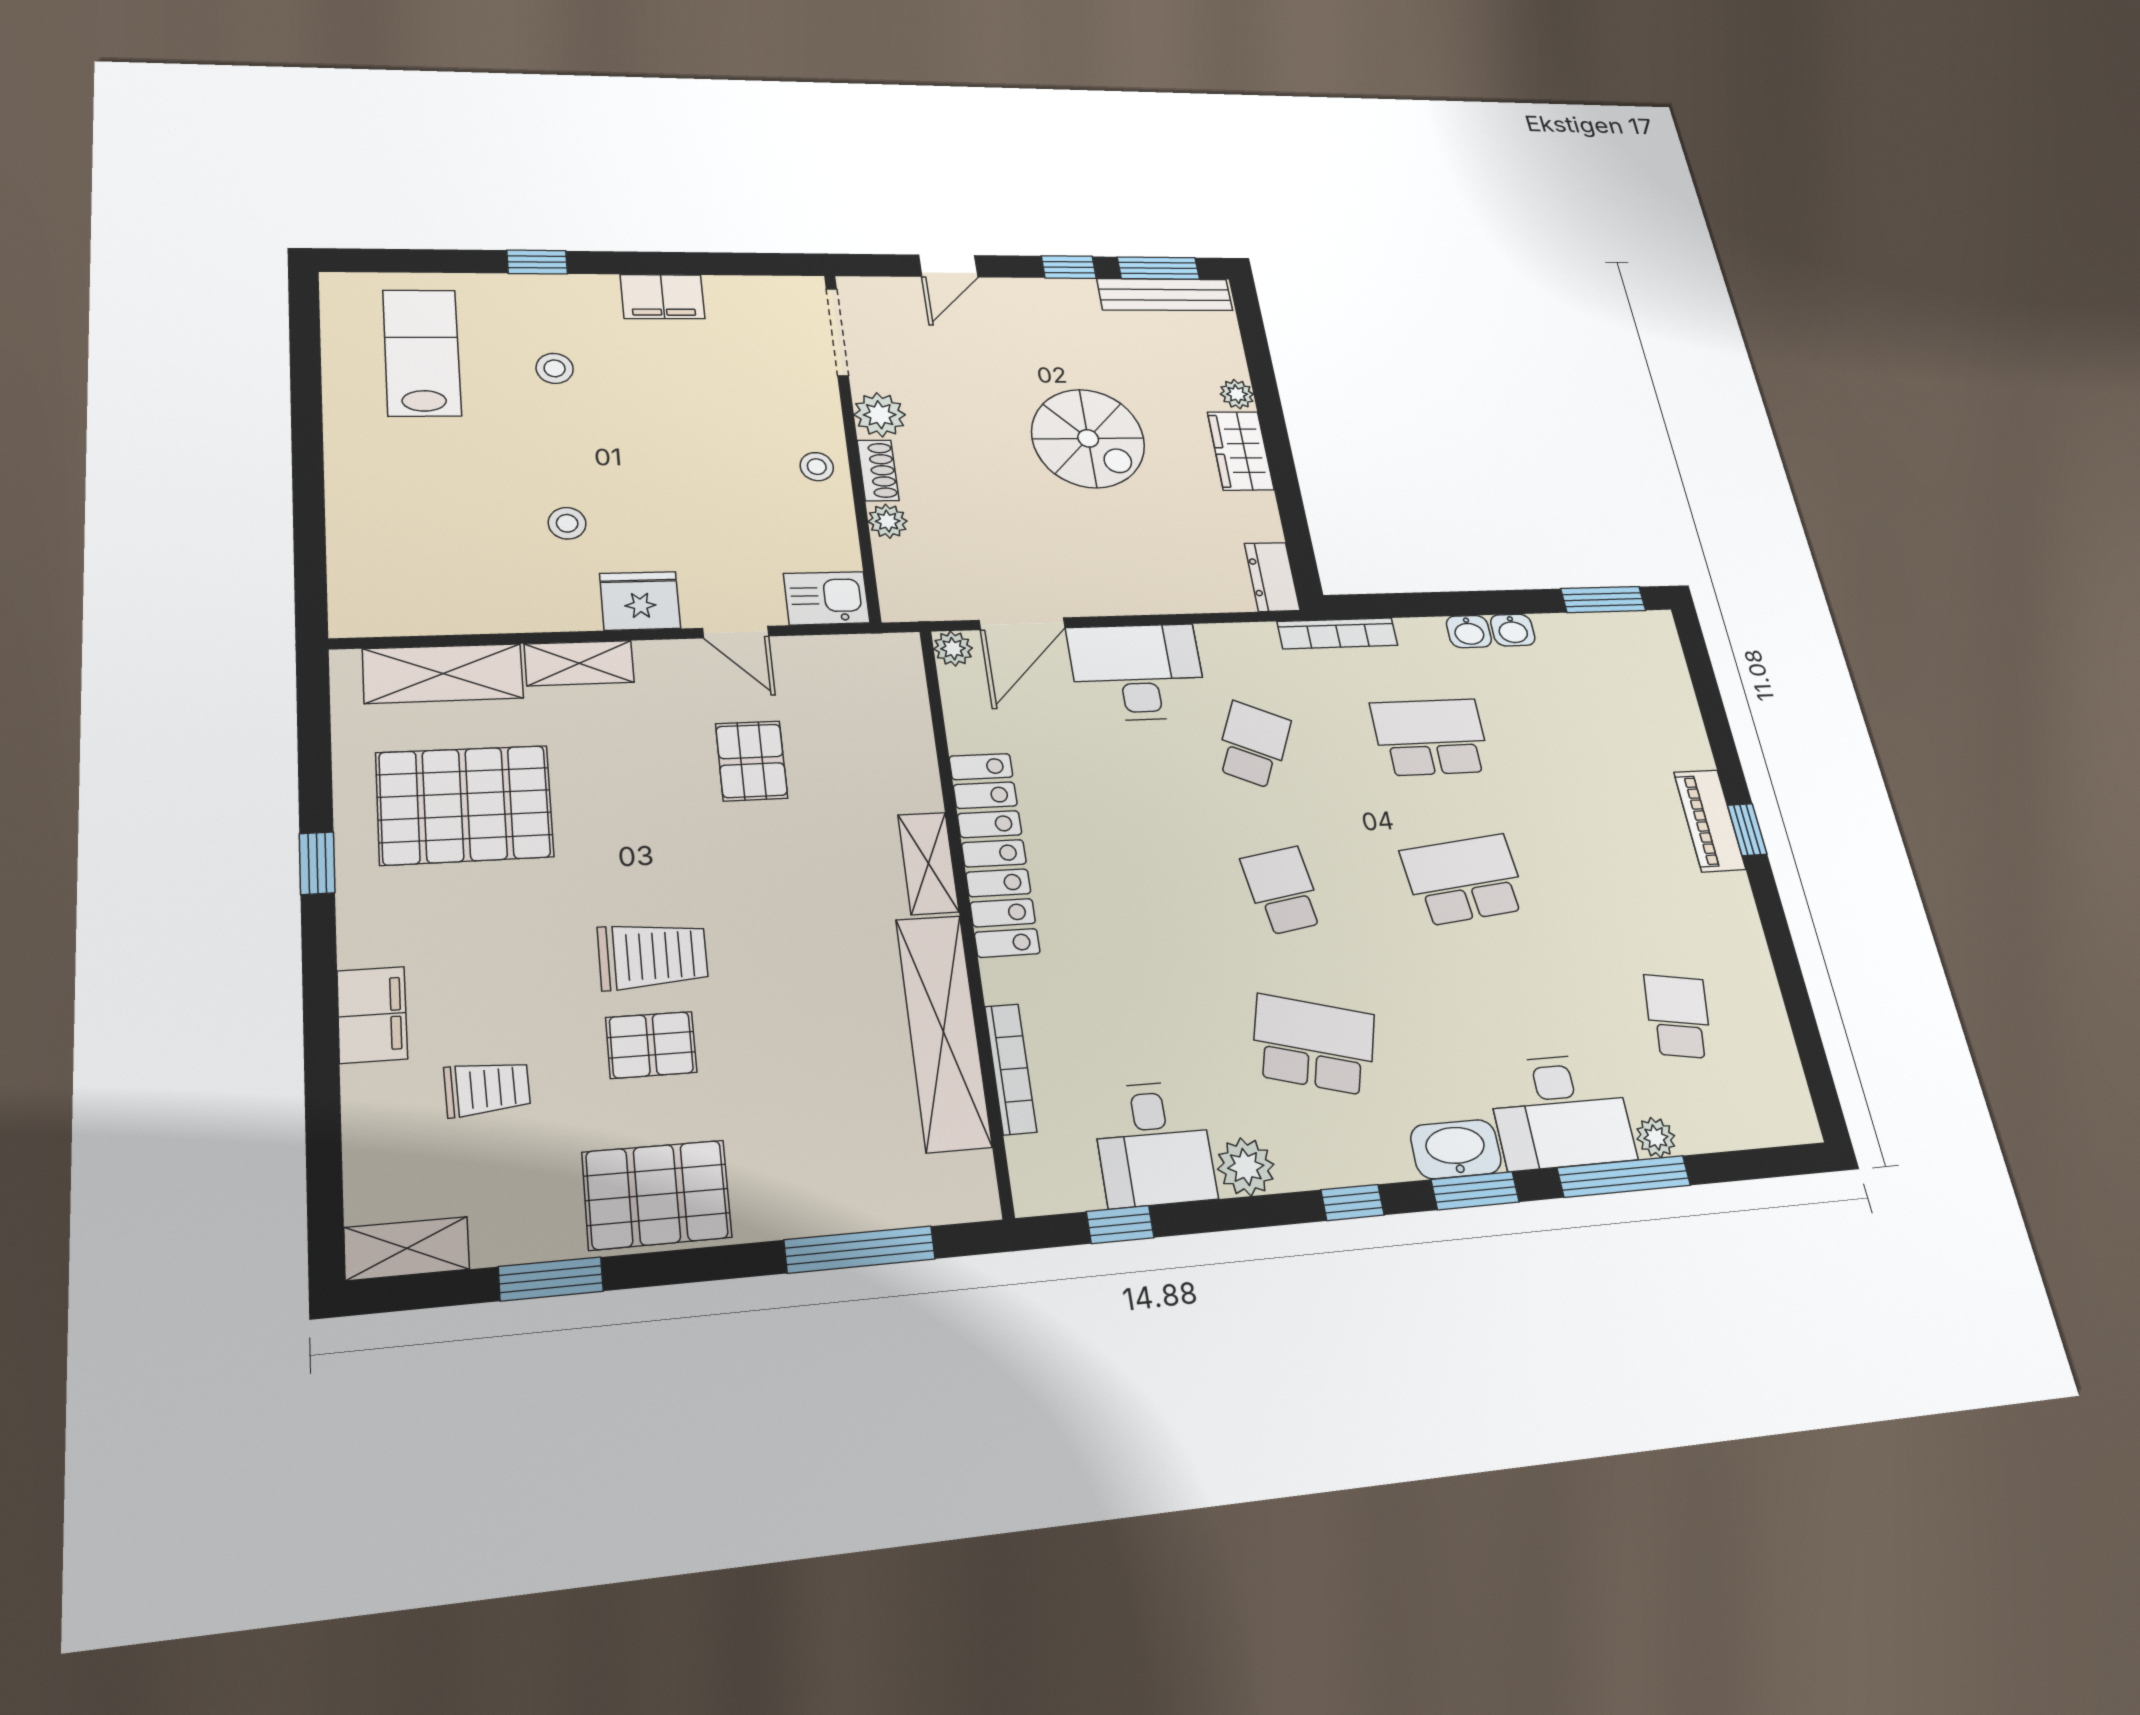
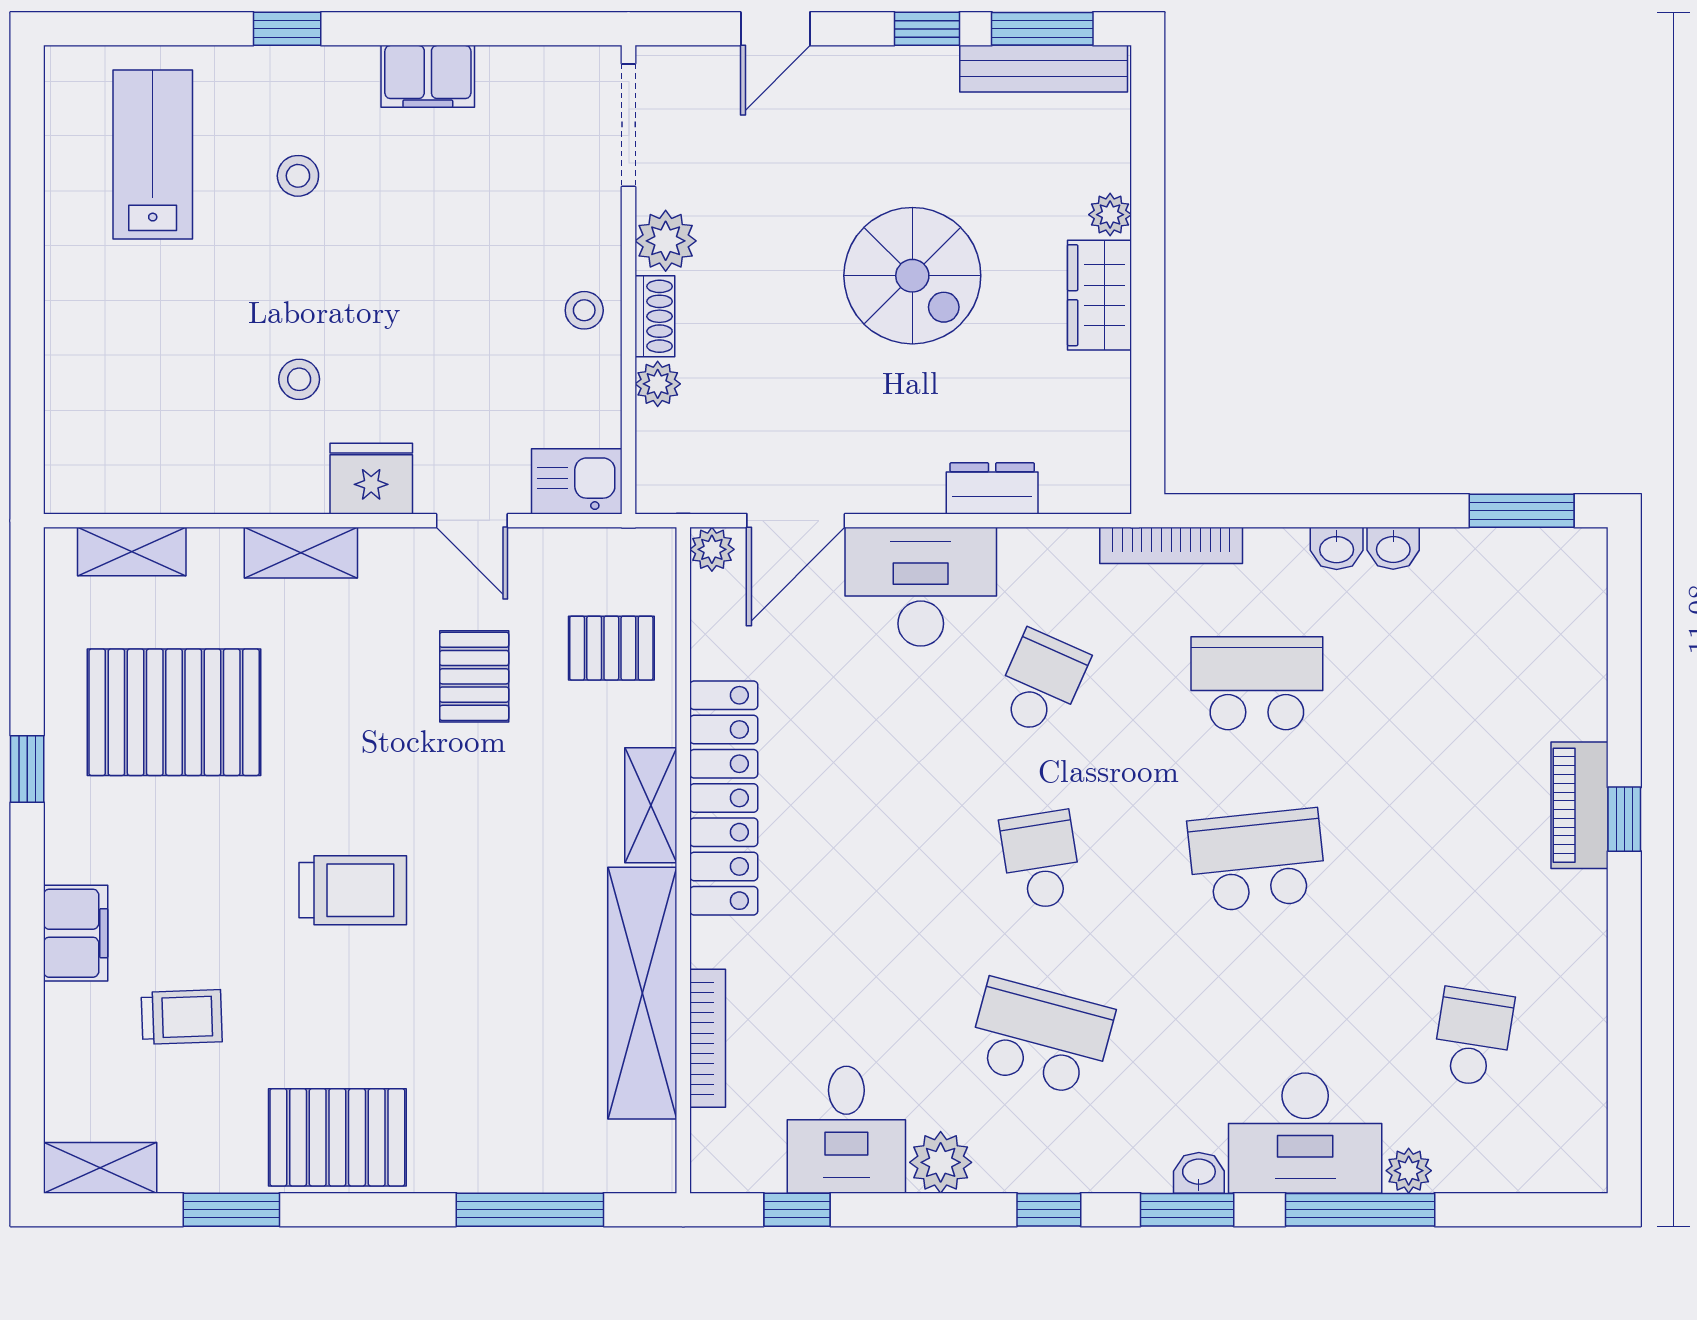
dresser: (1272, 577) -> (992, 488), moved, turned 90
shelving: (443, 673) -> (132, 552), width x0.67, depth x0.75
pallet: (651, 1045) -> (611, 648), moved
washbasin: (1456, 1149) -> (1199, 1173), width x0.52, depth x0.69

